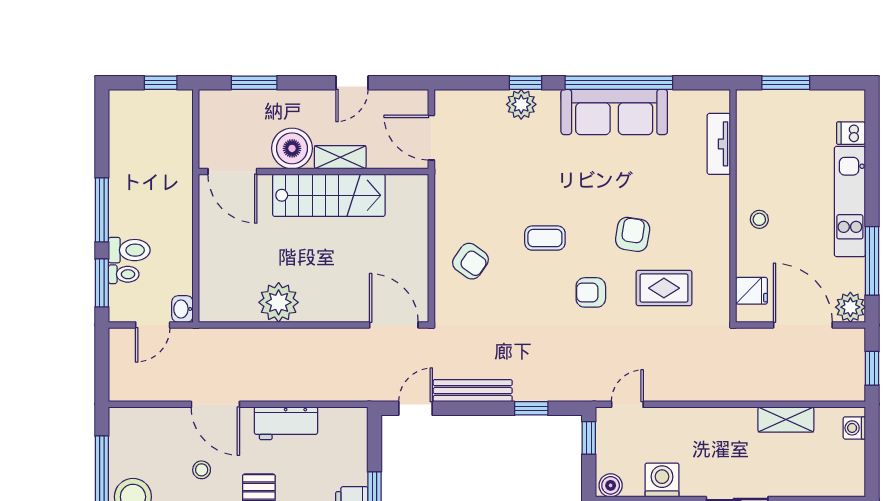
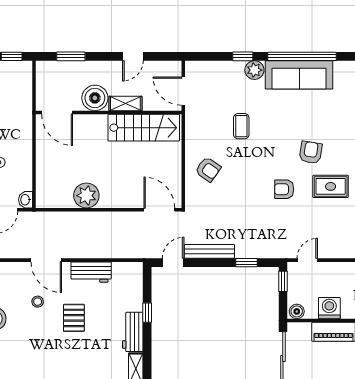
plant: (521, 104) -> (254, 70), moved
stairs: (329, 195) -> (144, 128), moved
coffee table: (545, 238) -> (241, 126), moved, turned 90

